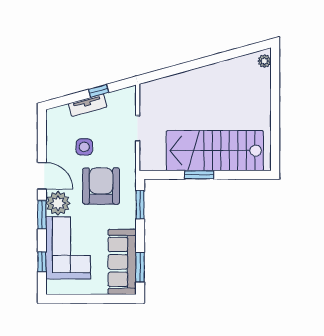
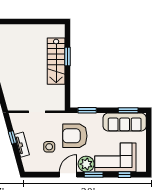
stairs: (215, 151) -> (56, 61), width x0.73, depth x0.66
window: (199, 175) -> (68, 57), moved

